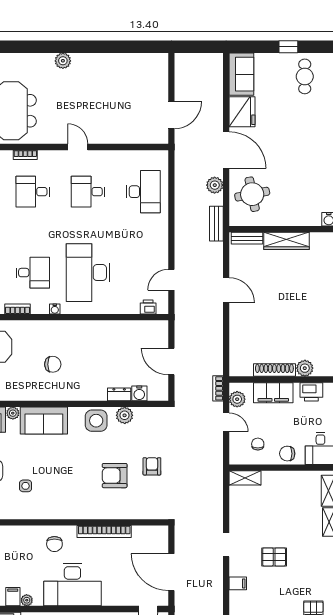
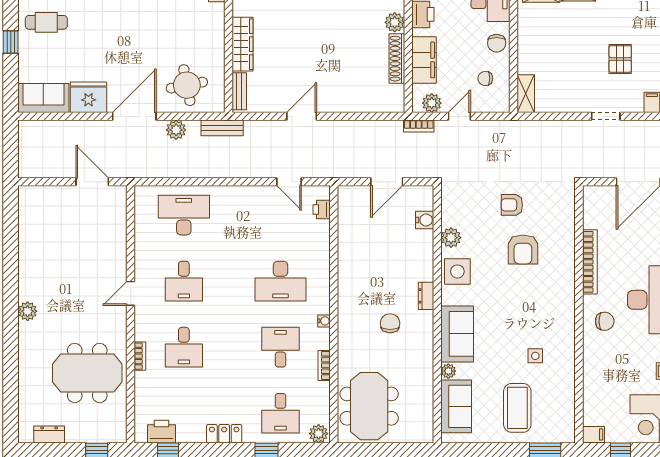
desk: (88, 273) -> (280, 281), width x0.73, depth x0.77
dresser: (119, 394) -> (426, 296), moved

